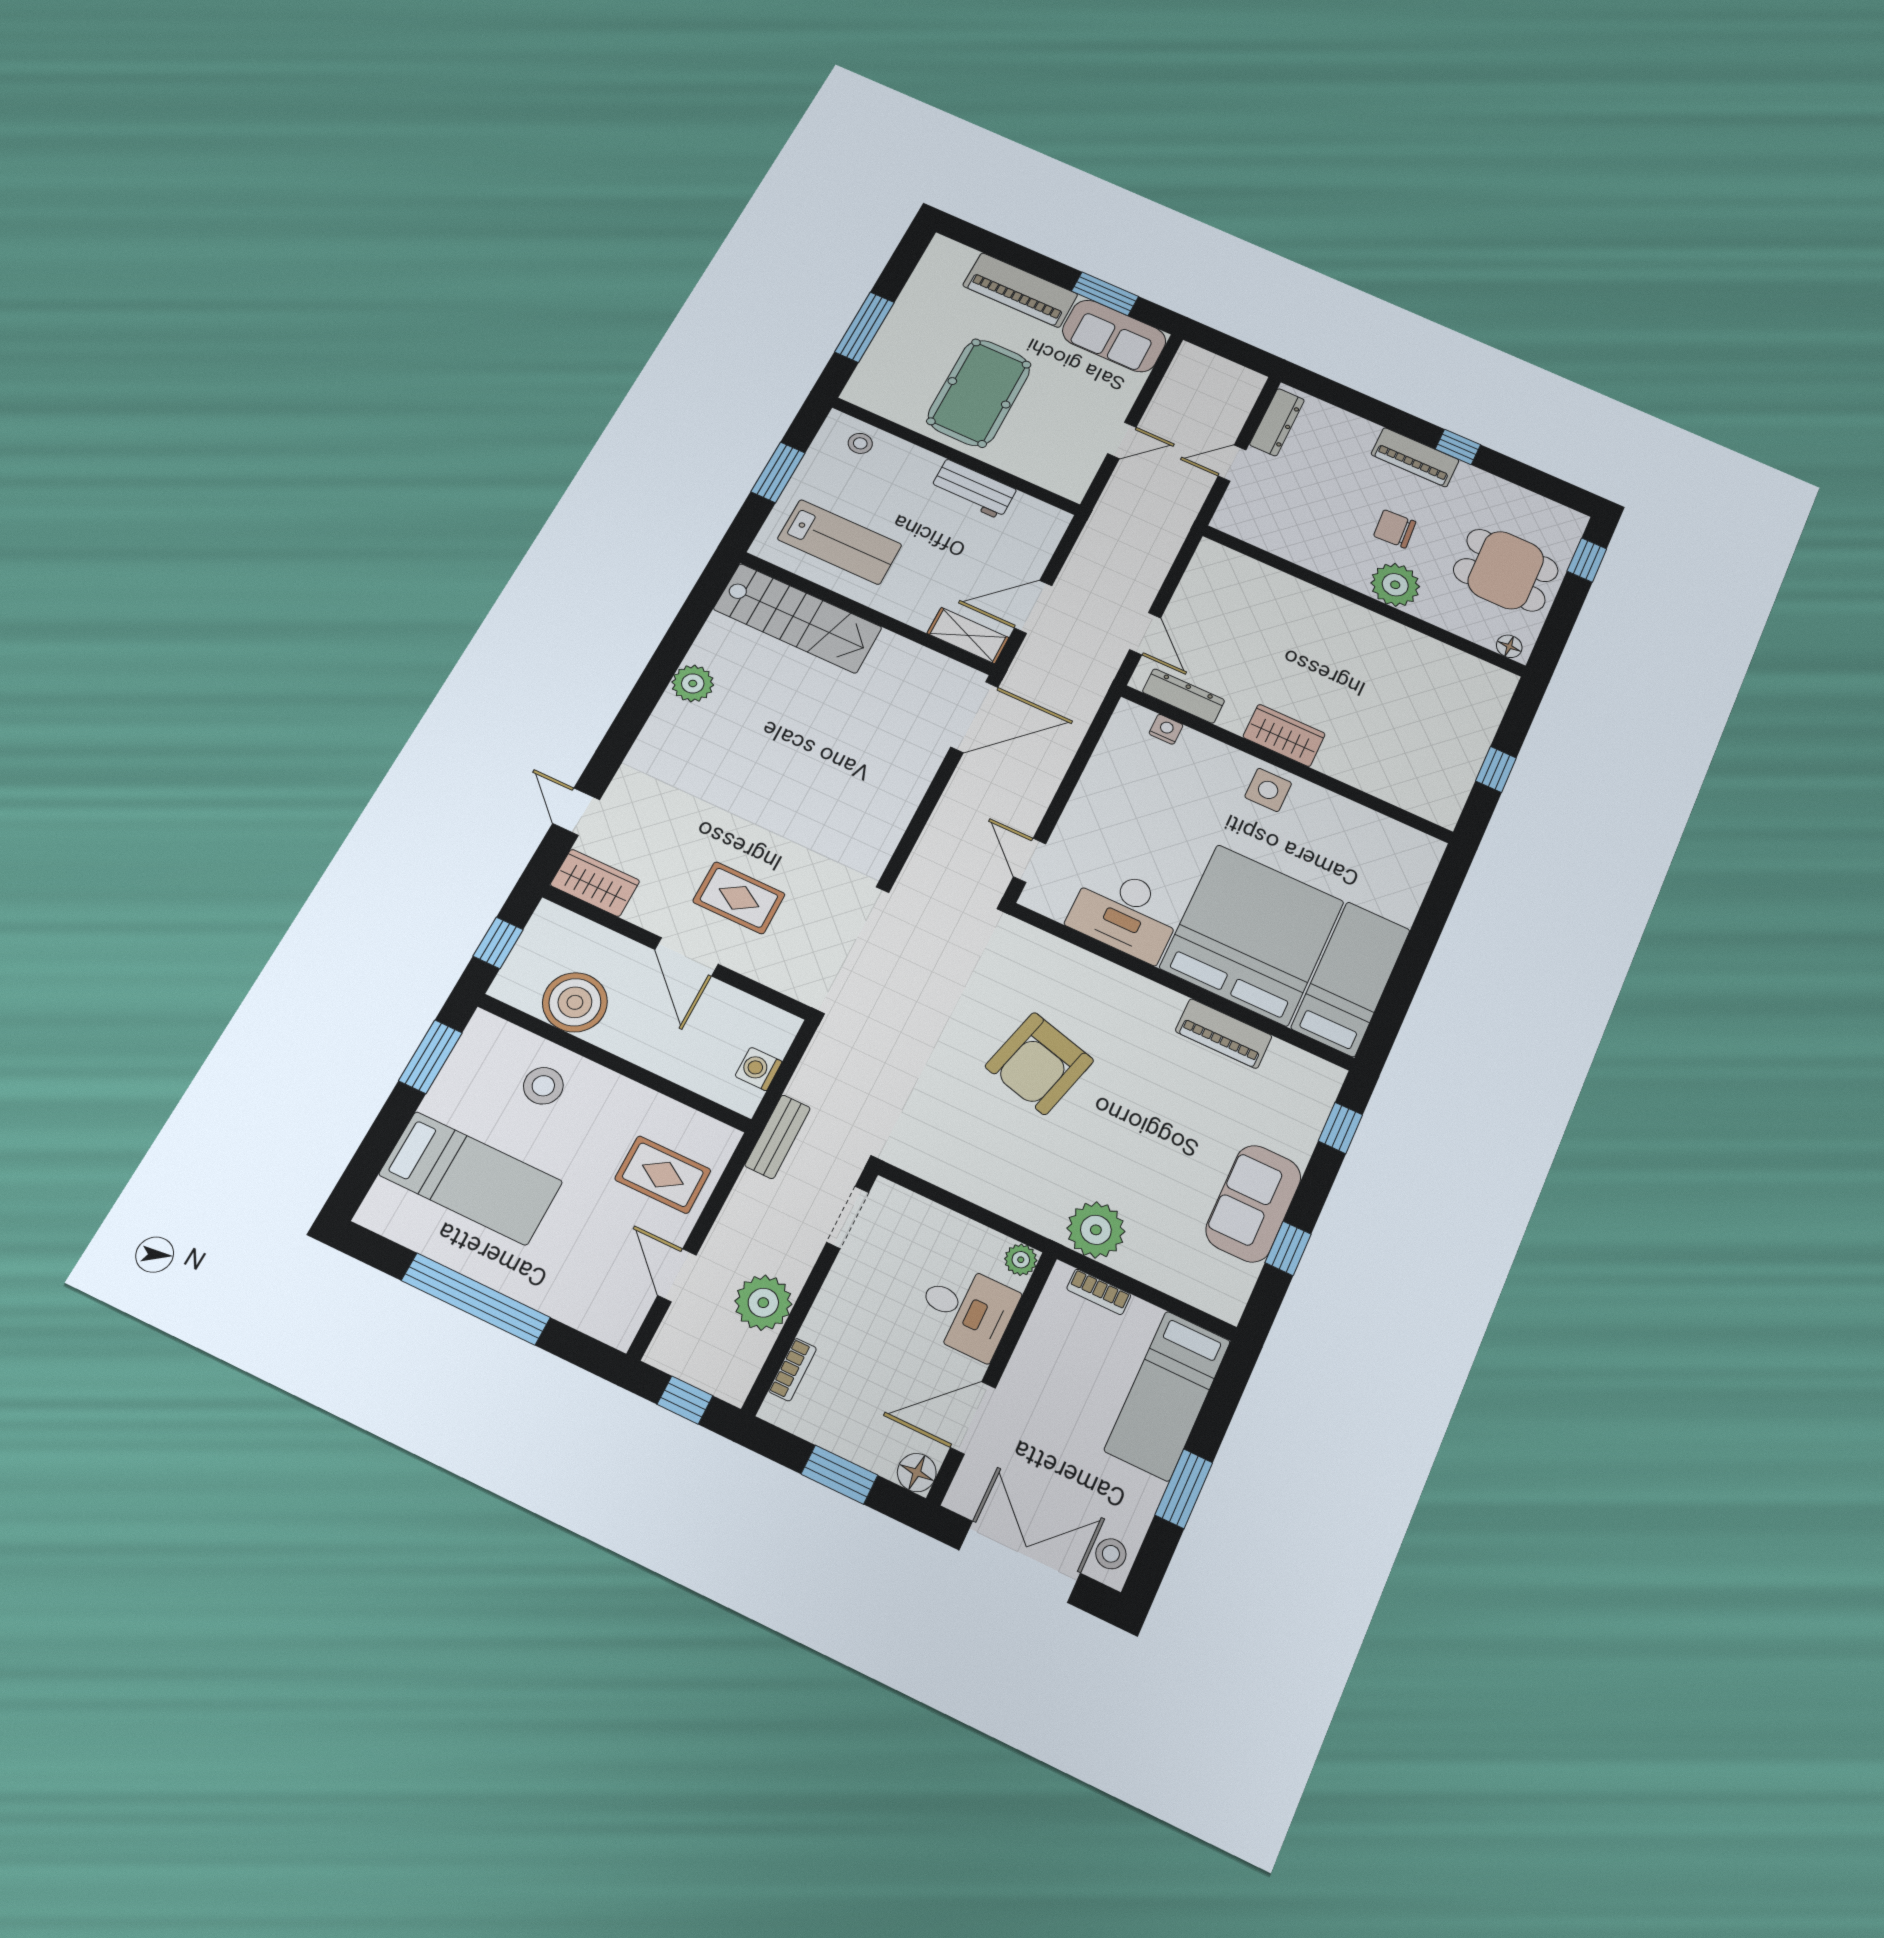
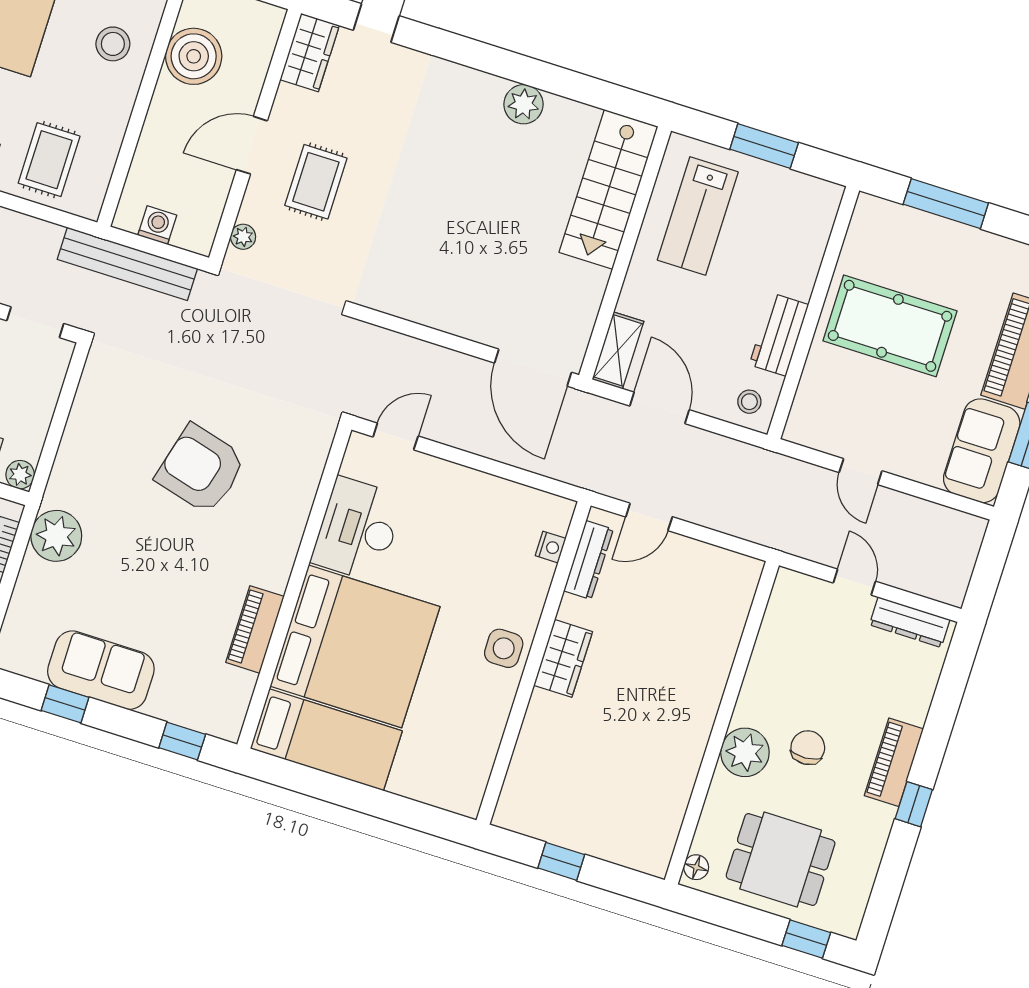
stool: (860, 443) -> (749, 402), moved
dining table: (1506, 570) -> (781, 860), turned 90
plant: (787, 981) -> (243, 237), added
bench: (778, 1137) -> (127, 264), width x1.86, depth x1.21

